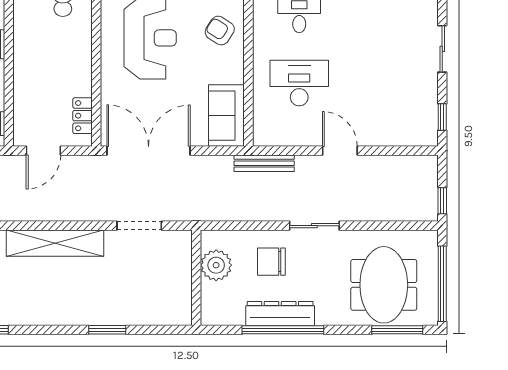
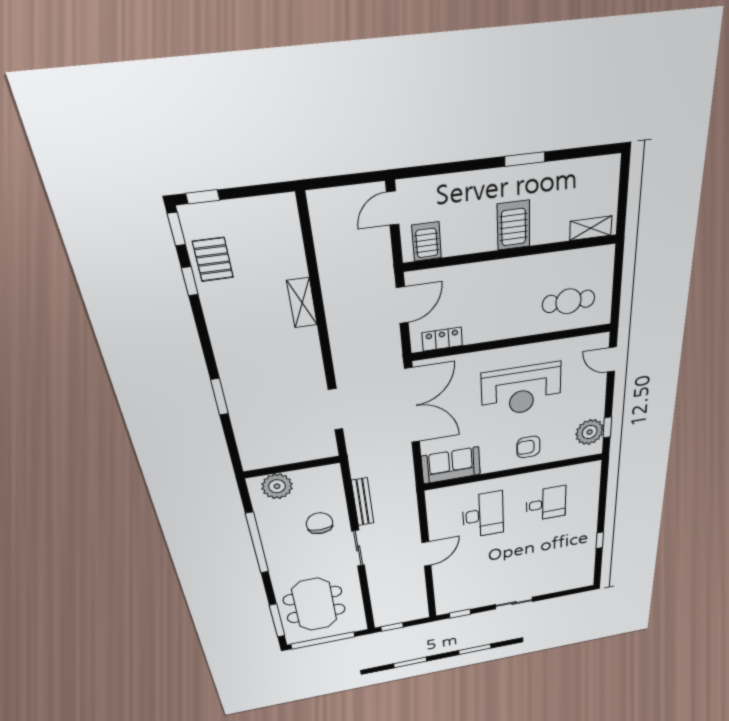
armchair: (220, 31) -> (528, 447), turned -123
door: (43, 151) -> (402, 305), swing flipped
bench: (264, 163) -> (363, 502), moved
shelving: (55, 243) -> (302, 303), width x0.45, depth x0.75
plant: (216, 265) -> (277, 486), moved
meeting table: (384, 285) -> (314, 605), turned 90
dresser: (280, 313) -> (272, 538), removed

